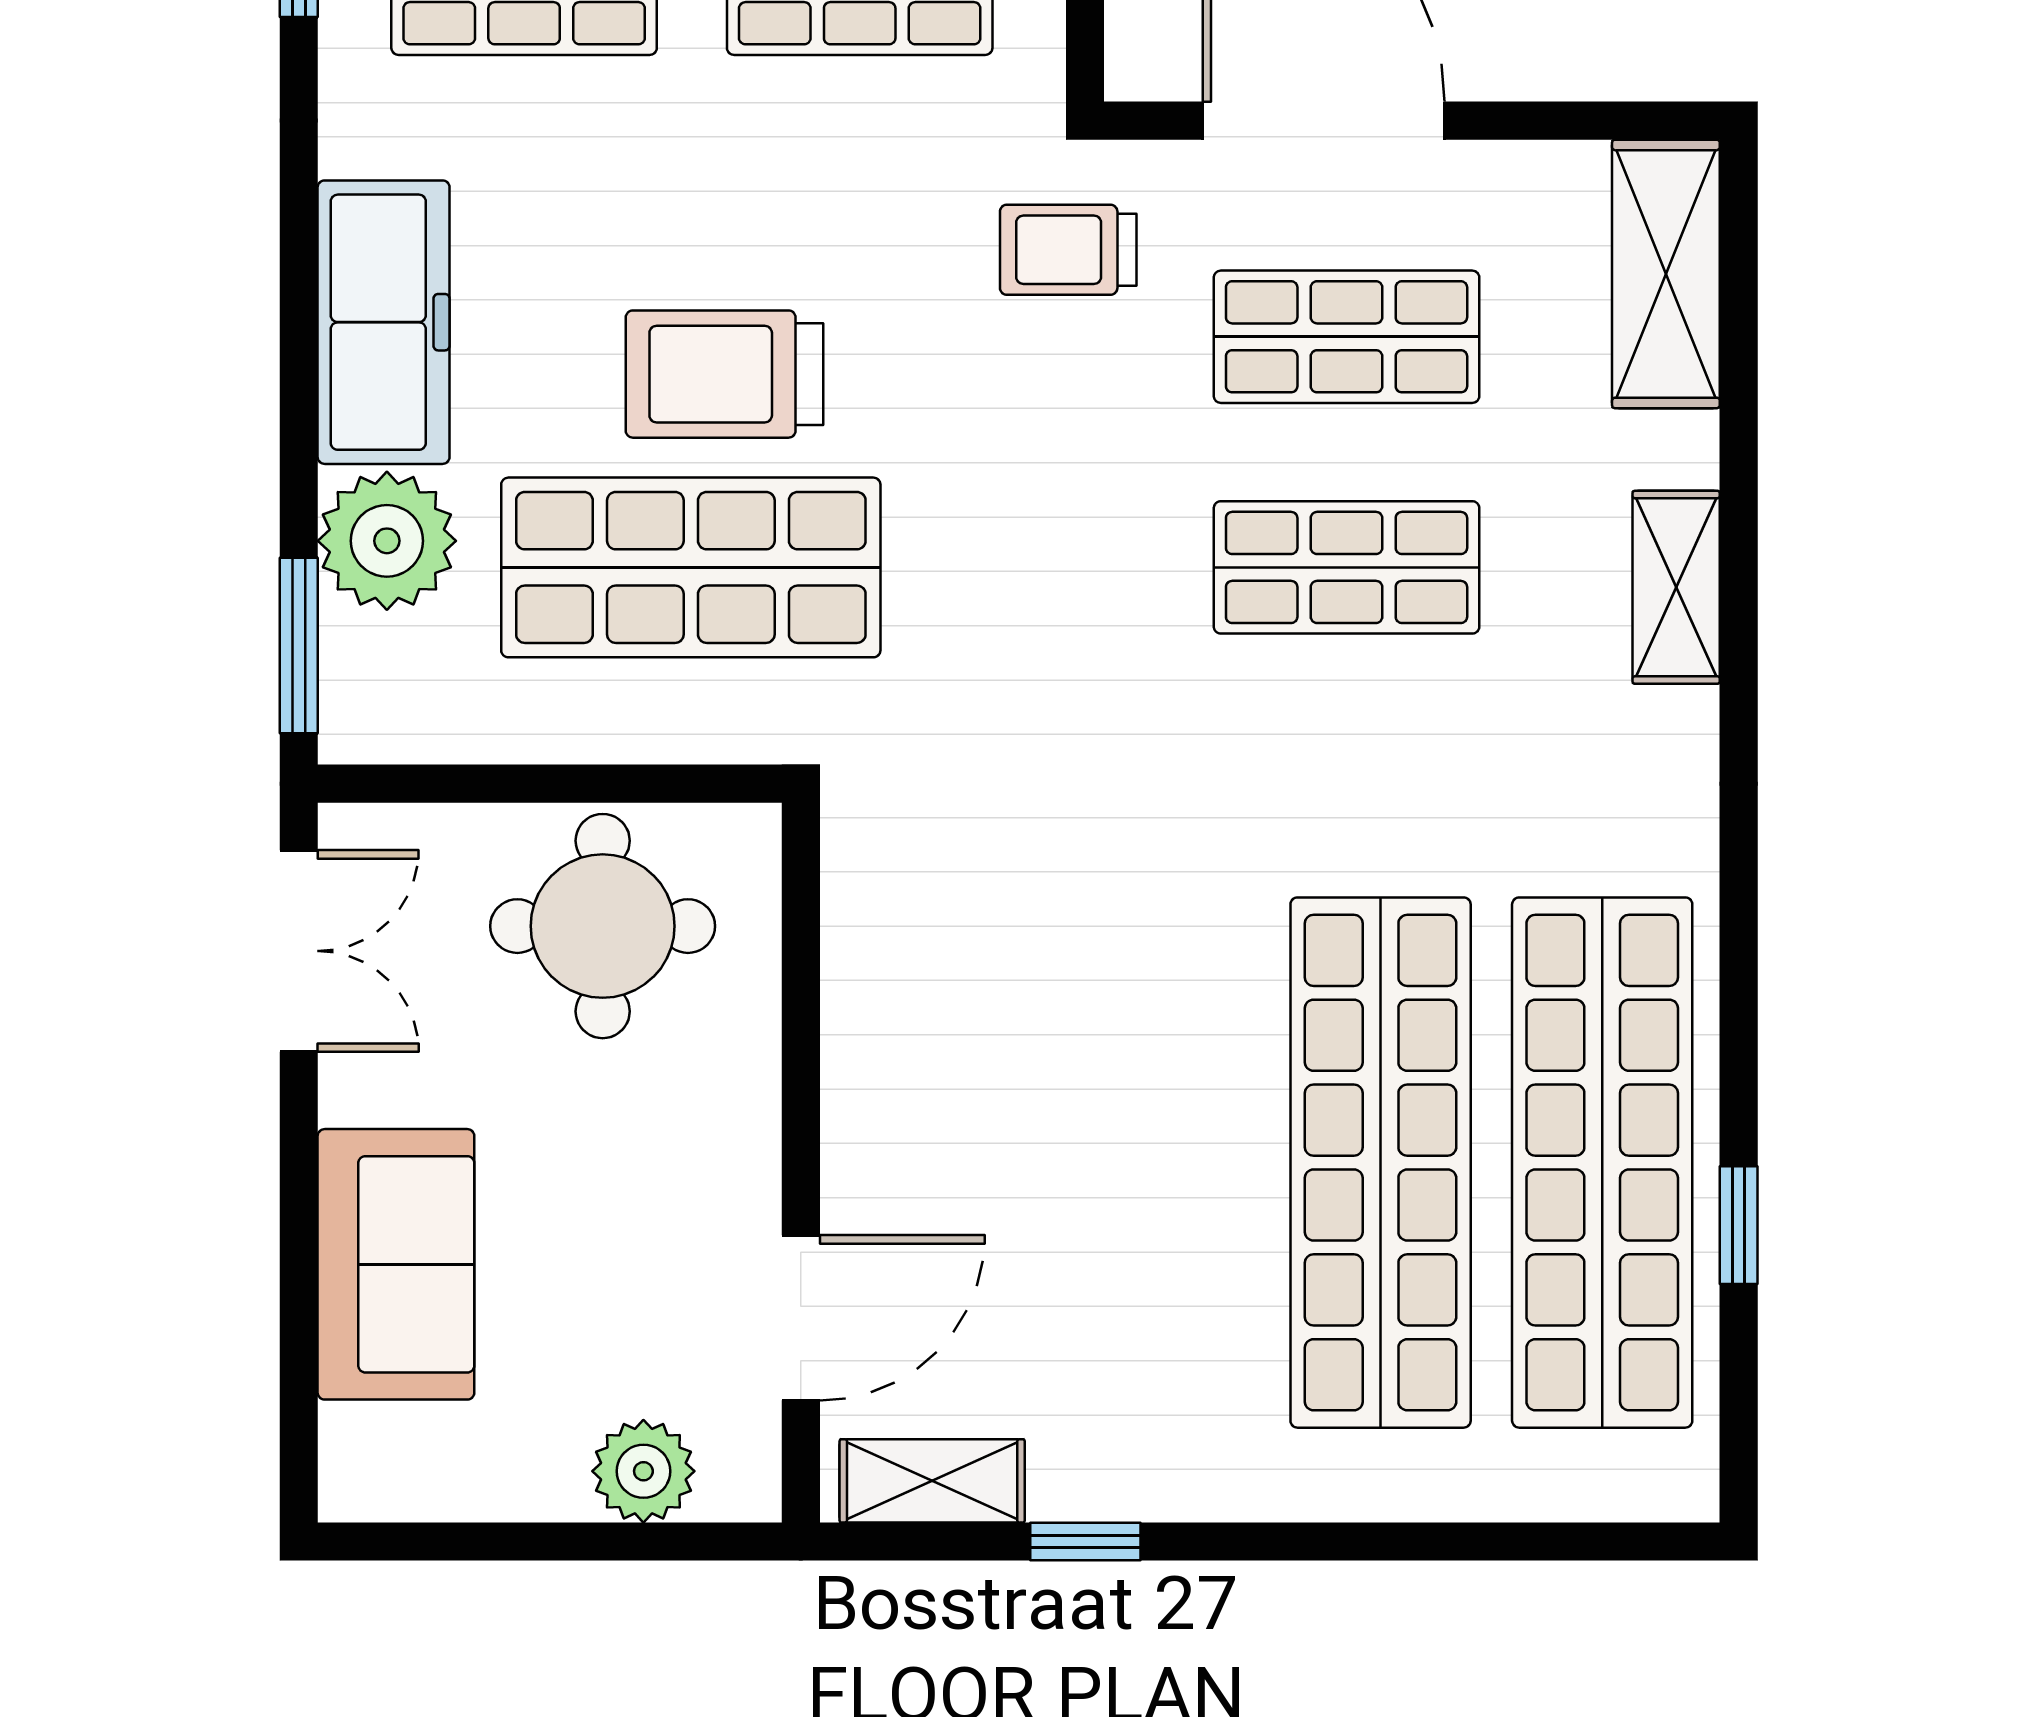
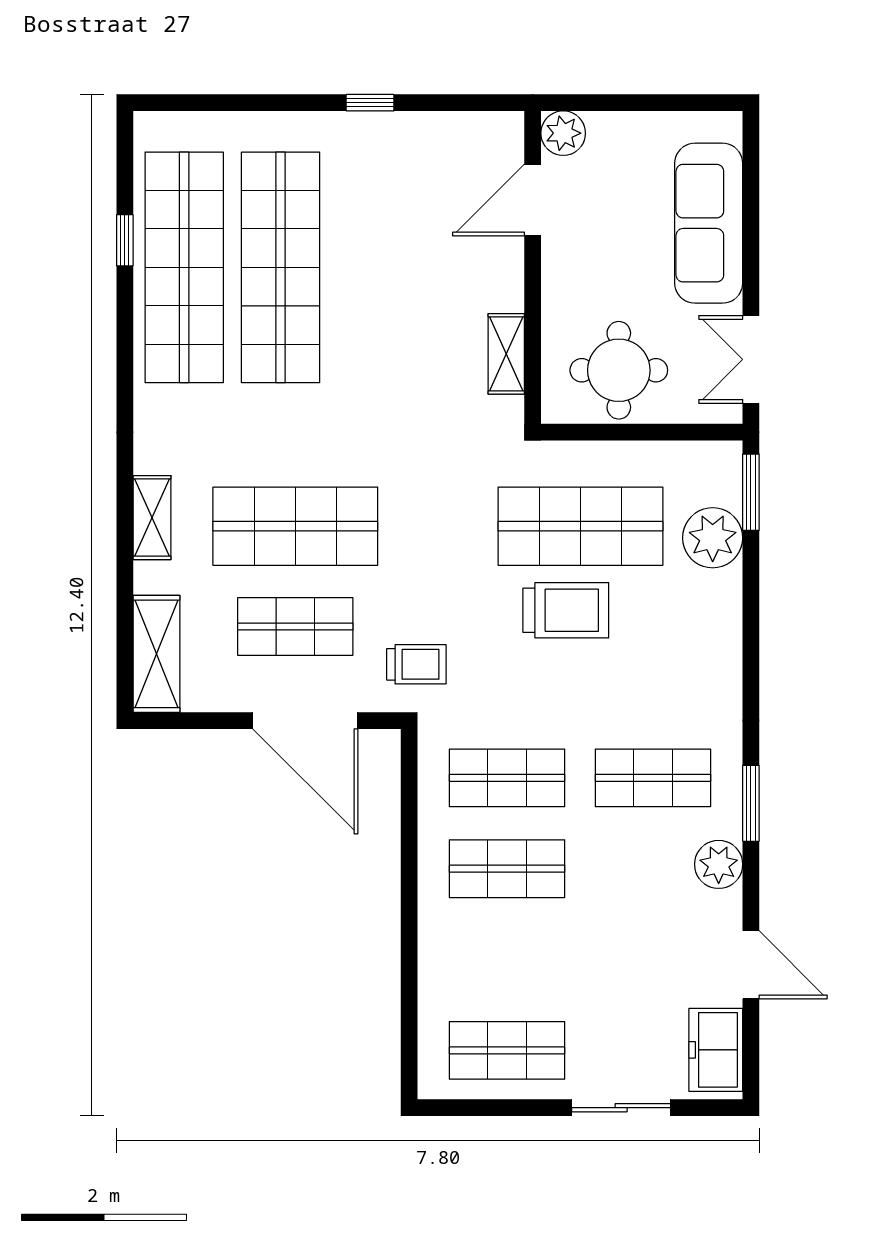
freezer: (384, 322) -> (714, 633), removed
shop shelf: (1347, 567) -> (295, 526), width x1.43, depth x1.36
sofa: (396, 1264) -> (709, 223), width x1.36
plant: (643, 1471) -> (563, 133), moved
shelving: (932, 1481) -> (506, 354), moved, turned 90
window: (1085, 1541) -> (370, 103), moved

